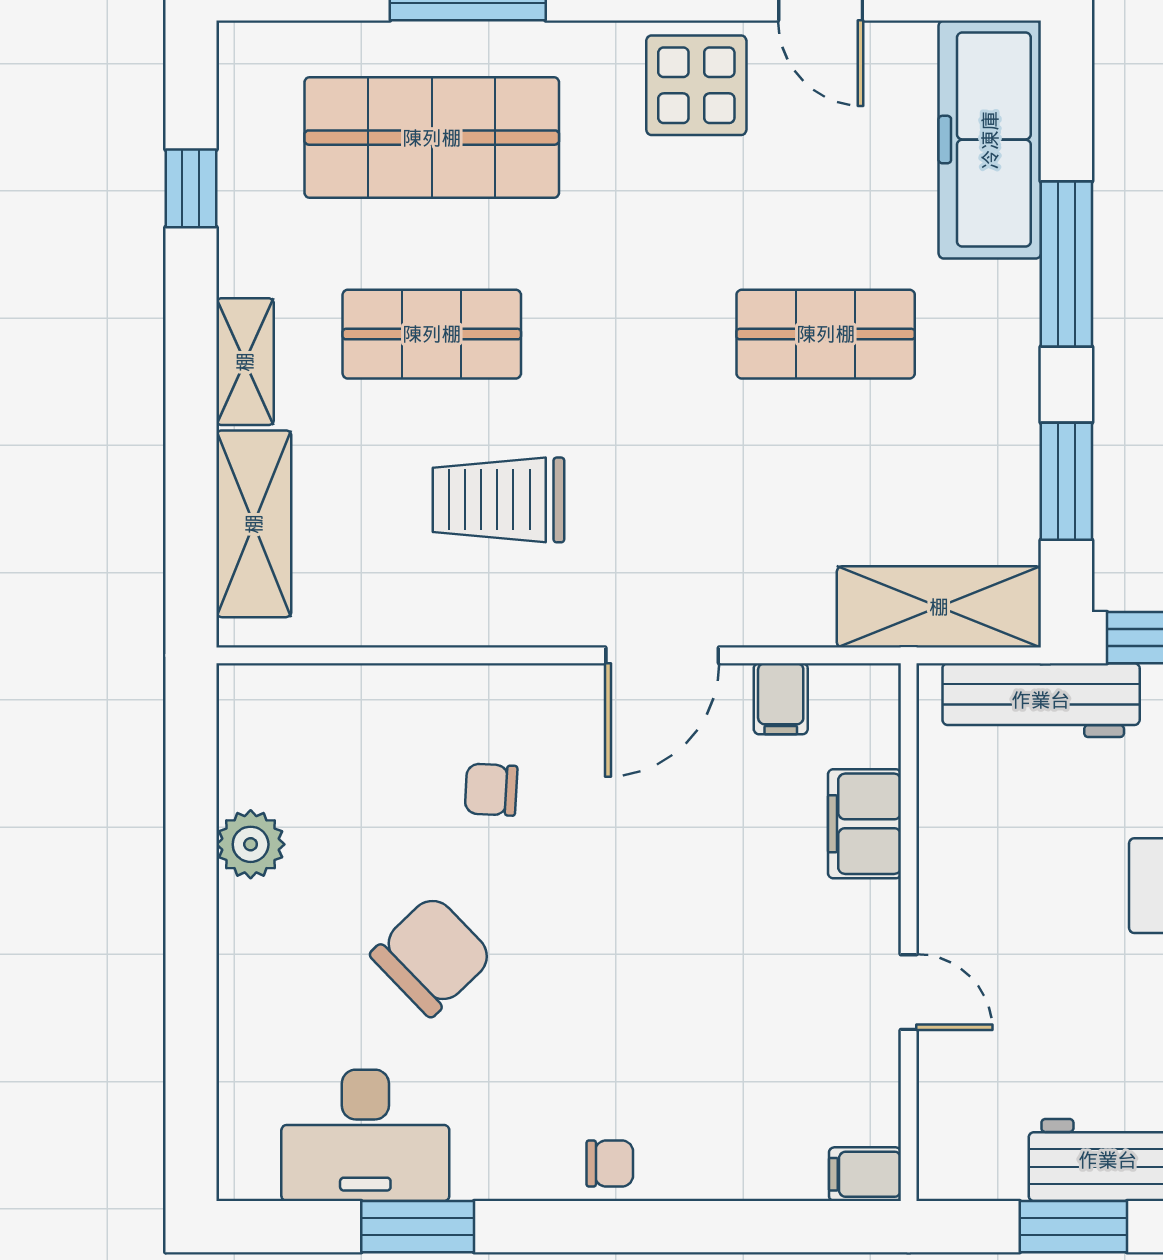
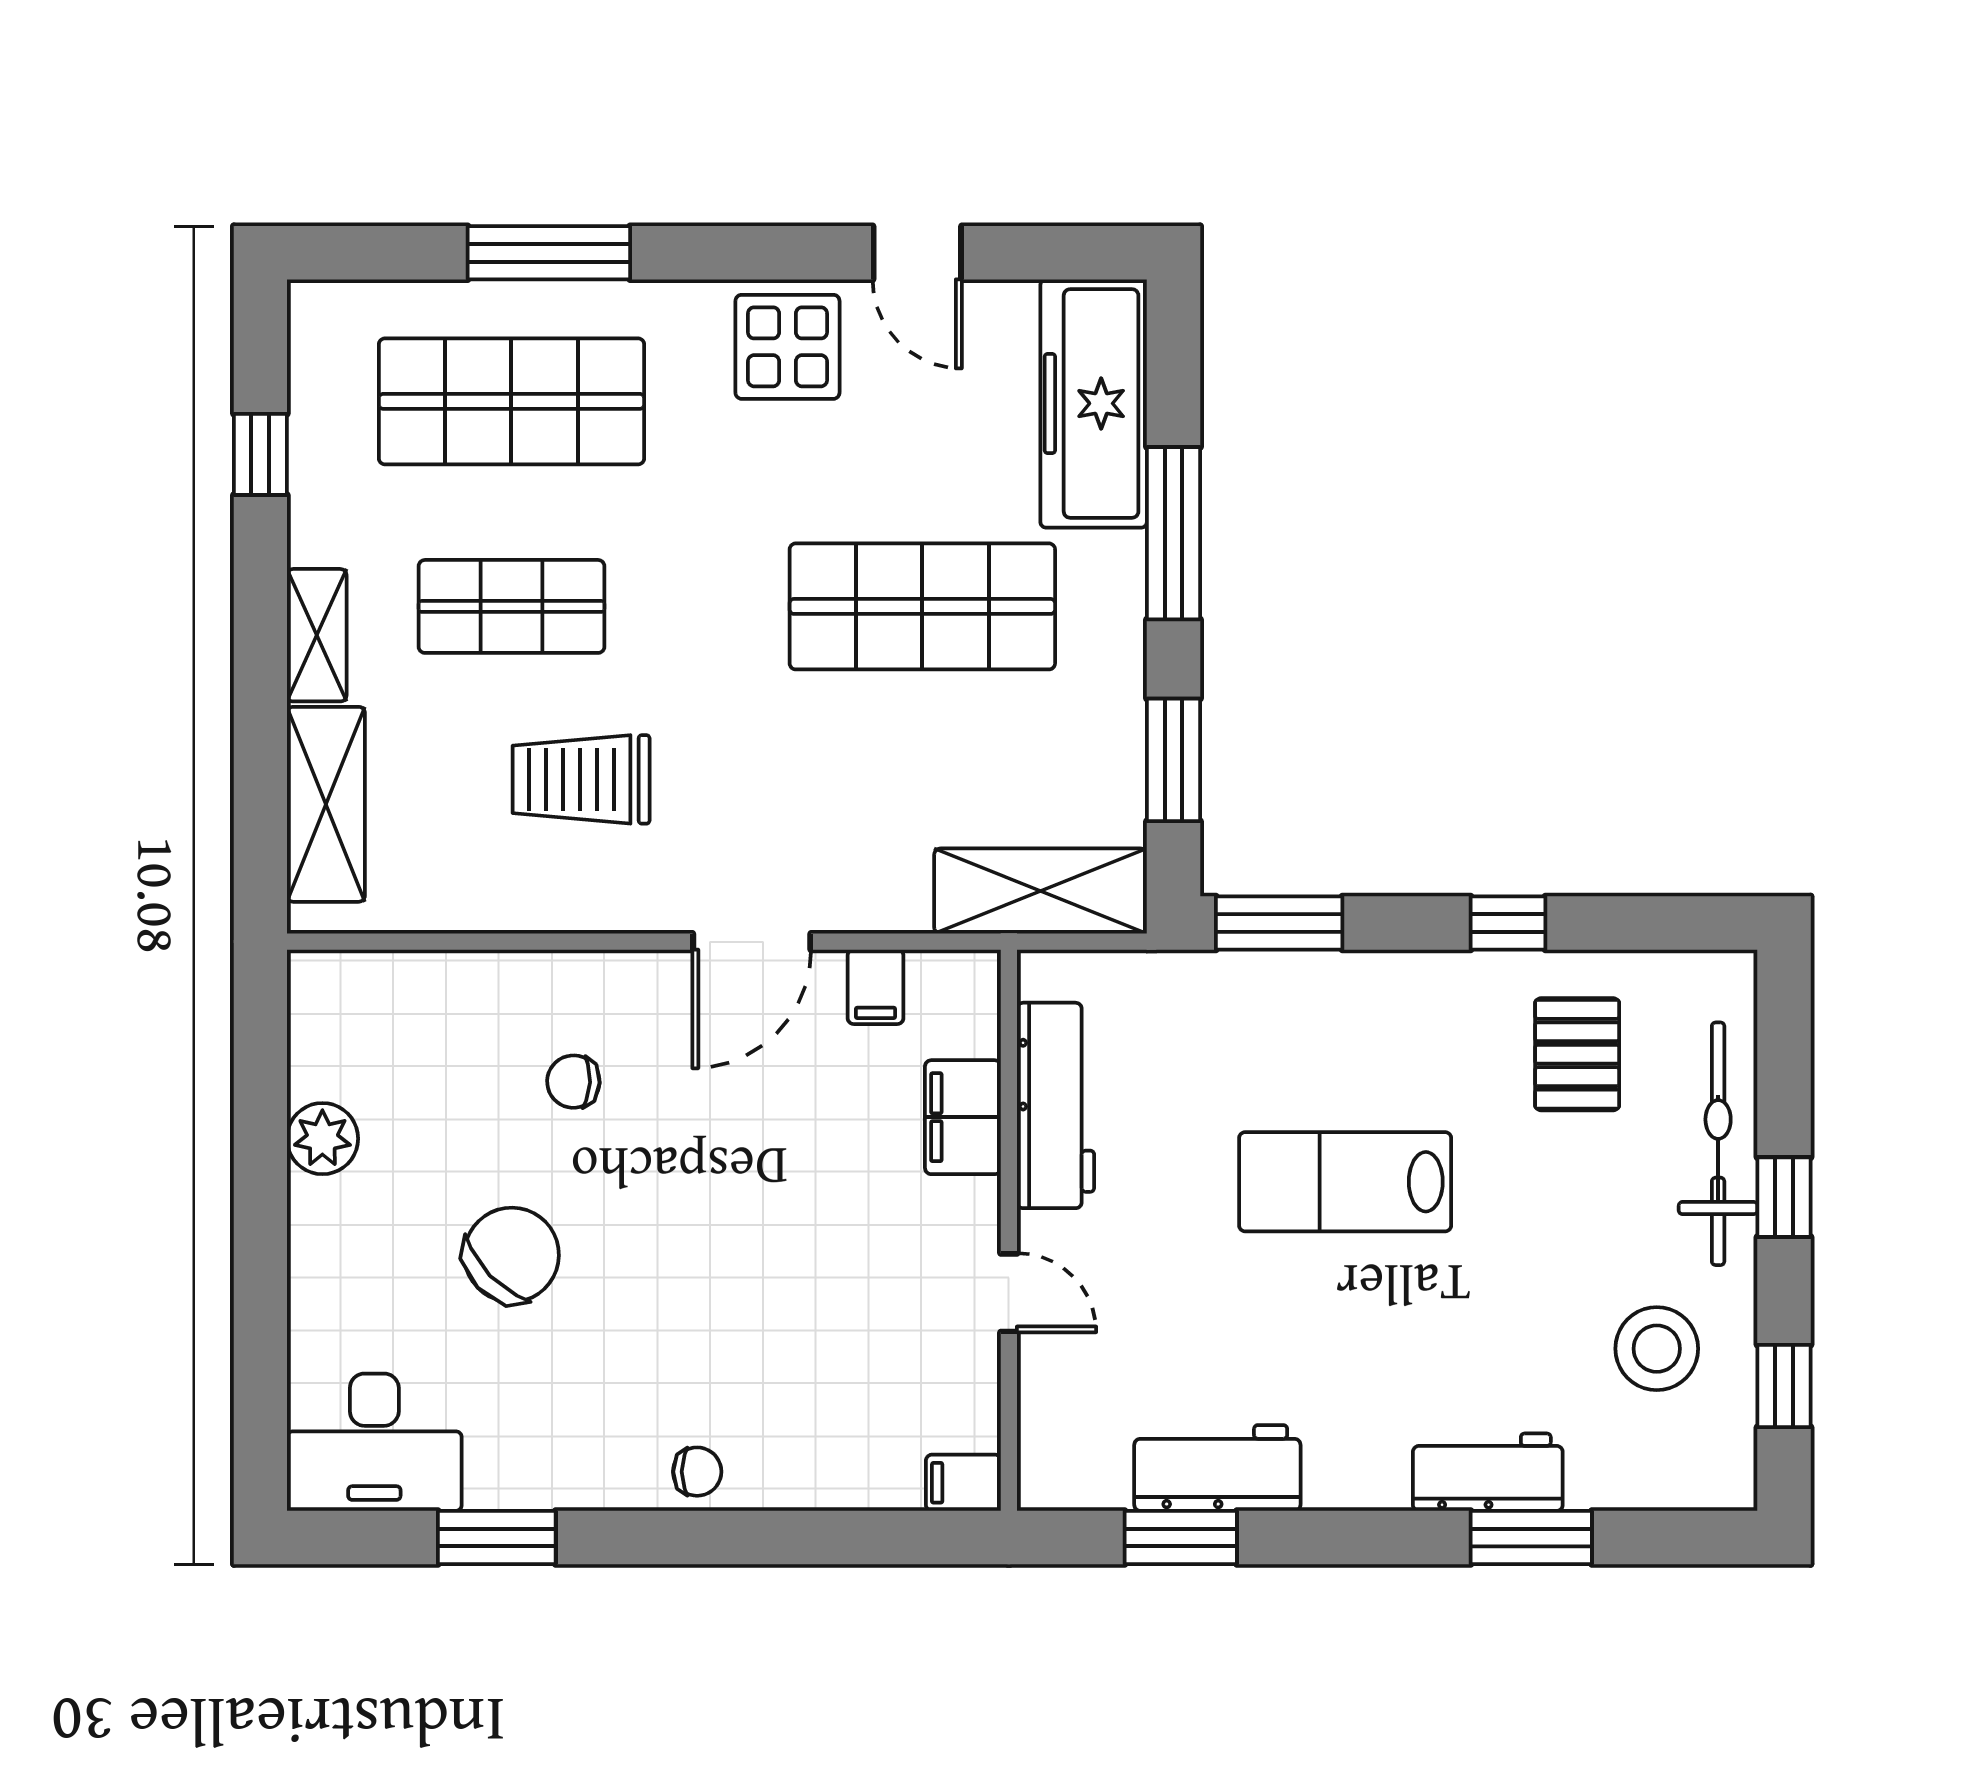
shop shelf: (826, 334) -> (922, 606), width x1.43, depth x1.36
workbench: (1041, 700) -> (1055, 1105), moved, turned -90
desk: (365, 1135) -> (374, 1442), moved

